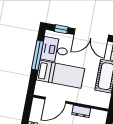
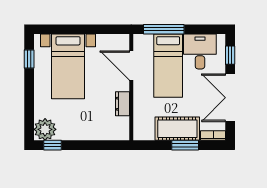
window: (38, 55) -> (164, 29), moved

